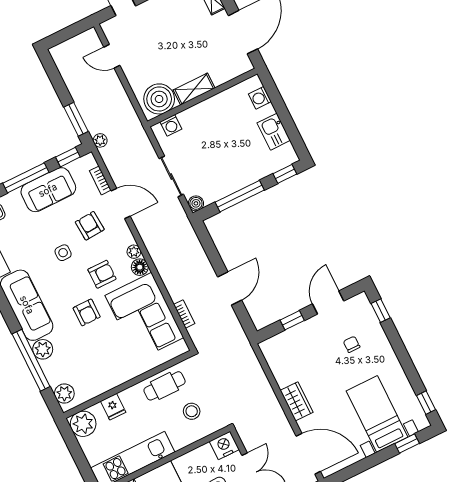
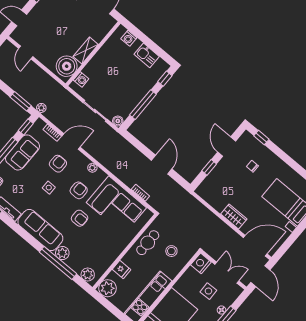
door: (112, 56) -> (26, 53), hinge flipped
armchair: (90, 226) -> (58, 164), turned 94
floor lamp: (140, 267) -> (100, 176), removed

